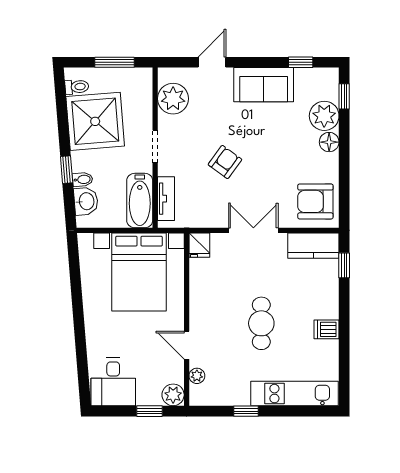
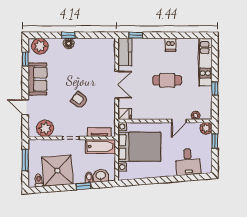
window: (344, 96) -> (68, 35), moved
plant: (324, 116) -> (40, 46), moved
armchair: (315, 201) -> (101, 51), removed
double door: (253, 230) -> (117, 85), swing flipped
desk: (113, 382) -> (188, 162), moved, turned 85

